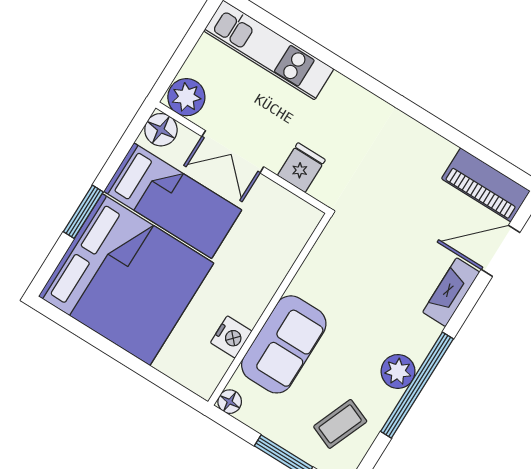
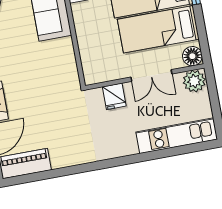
double door: (233, 152) -> (151, 76), swing flipped

